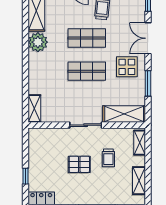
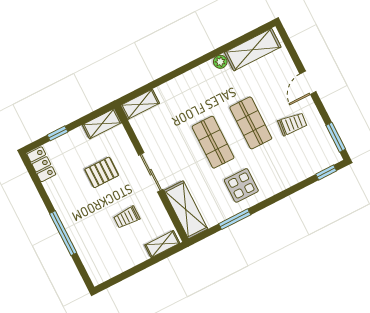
double door: (148, 38) -> (286, 193), removed
plant: (38, 42) -> (220, 62), width x0.53, depth x0.53
pallet: (79, 164) -> (102, 172), moved, turned 90
shelving: (139, 181) -> (102, 124), moved

